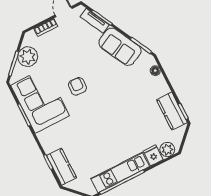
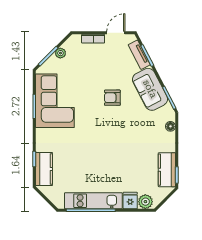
plant: (28, 57) -> (60, 53), width x0.53, depth x0.53
armchair: (78, 86) -> (112, 98), moved, turned -93

